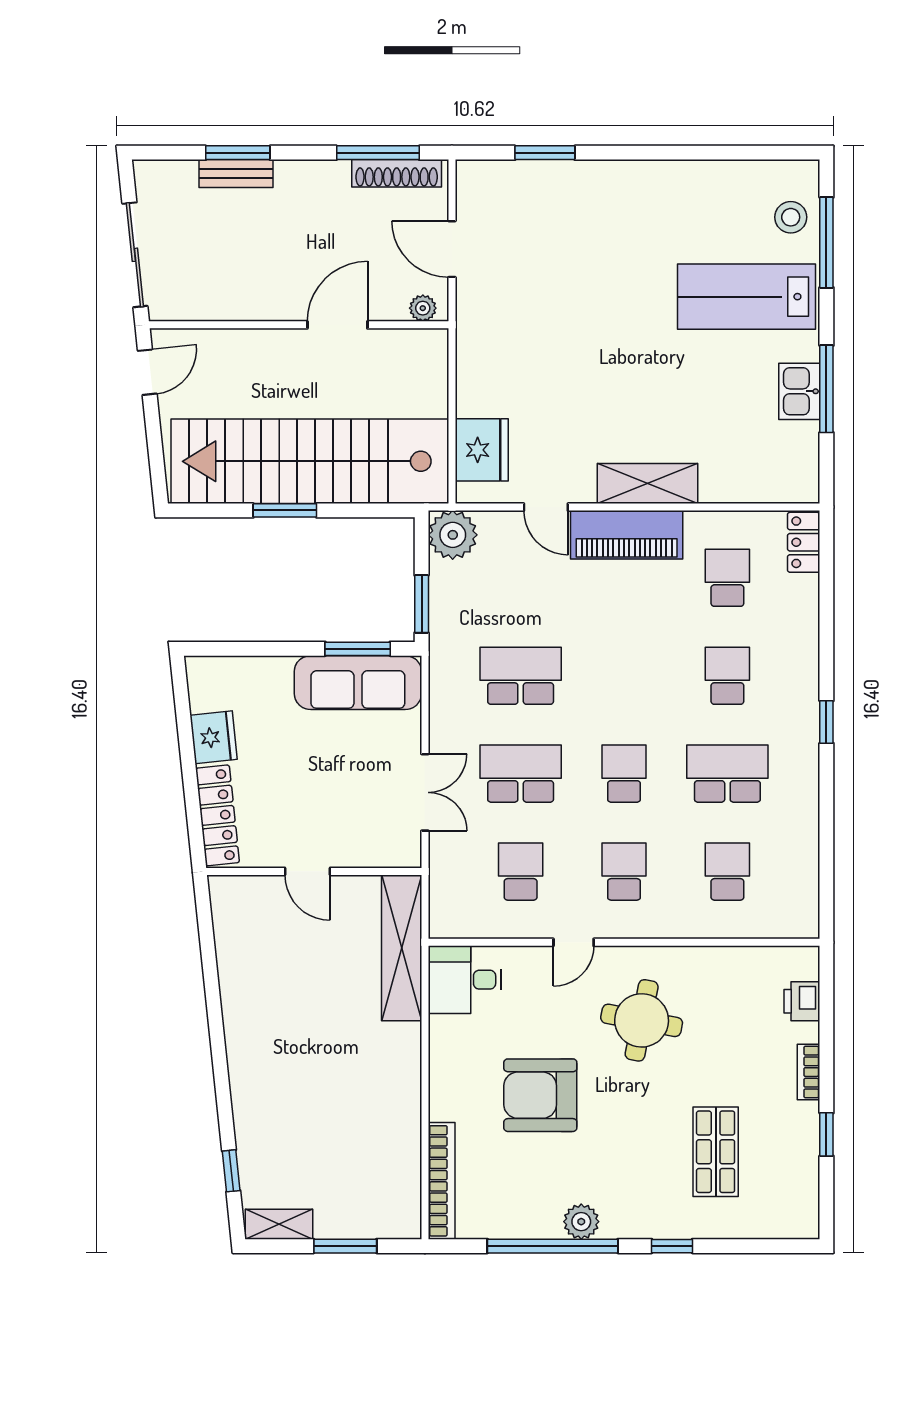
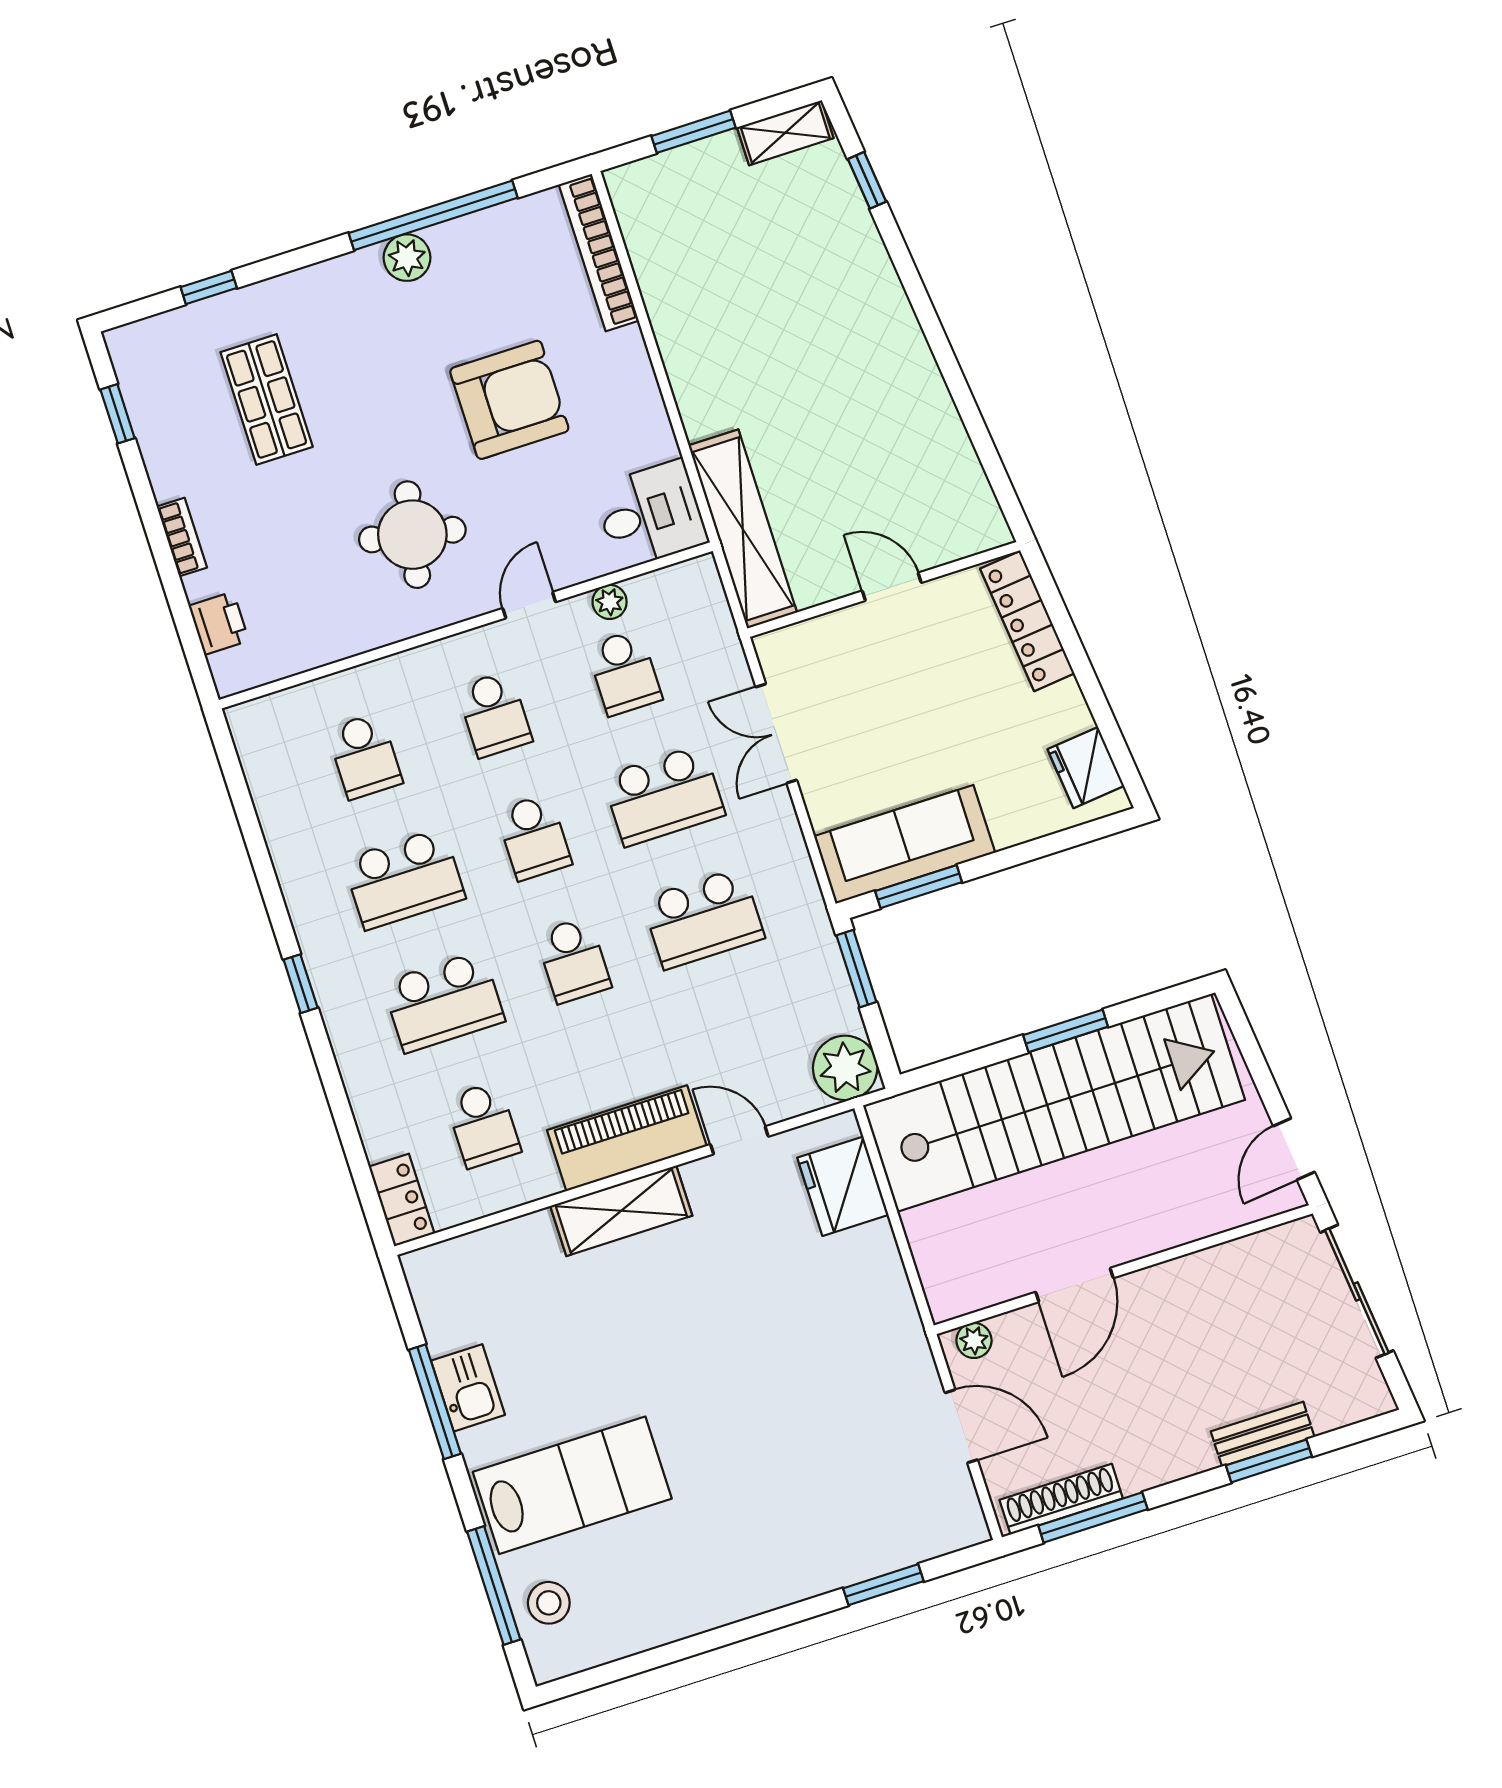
school desk: (624, 676) -> (573, 960), added
school desk: (727, 676) -> (444, 1002), width x1.85
fridge: (214, 737) -> (1086, 768), moved
plant: (515, 926) -> (610, 602), added
window: (826, 1134) -> (118, 414), moved
window: (672, 1246) -> (209, 287), moved

